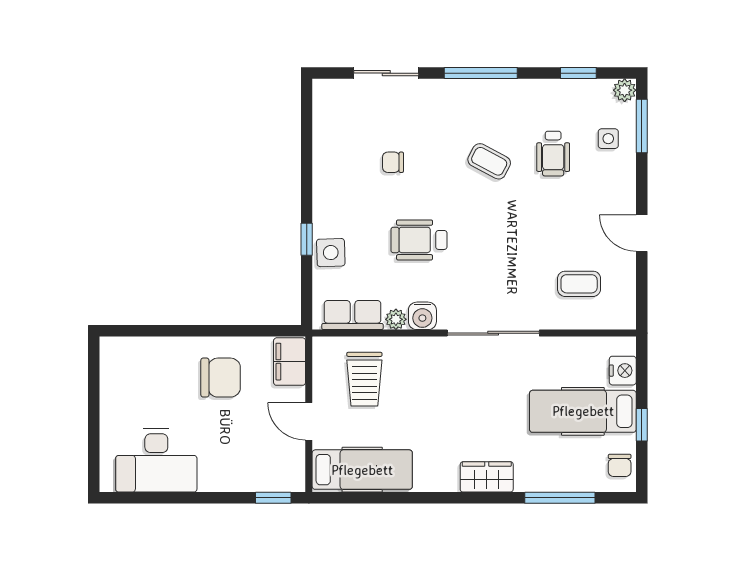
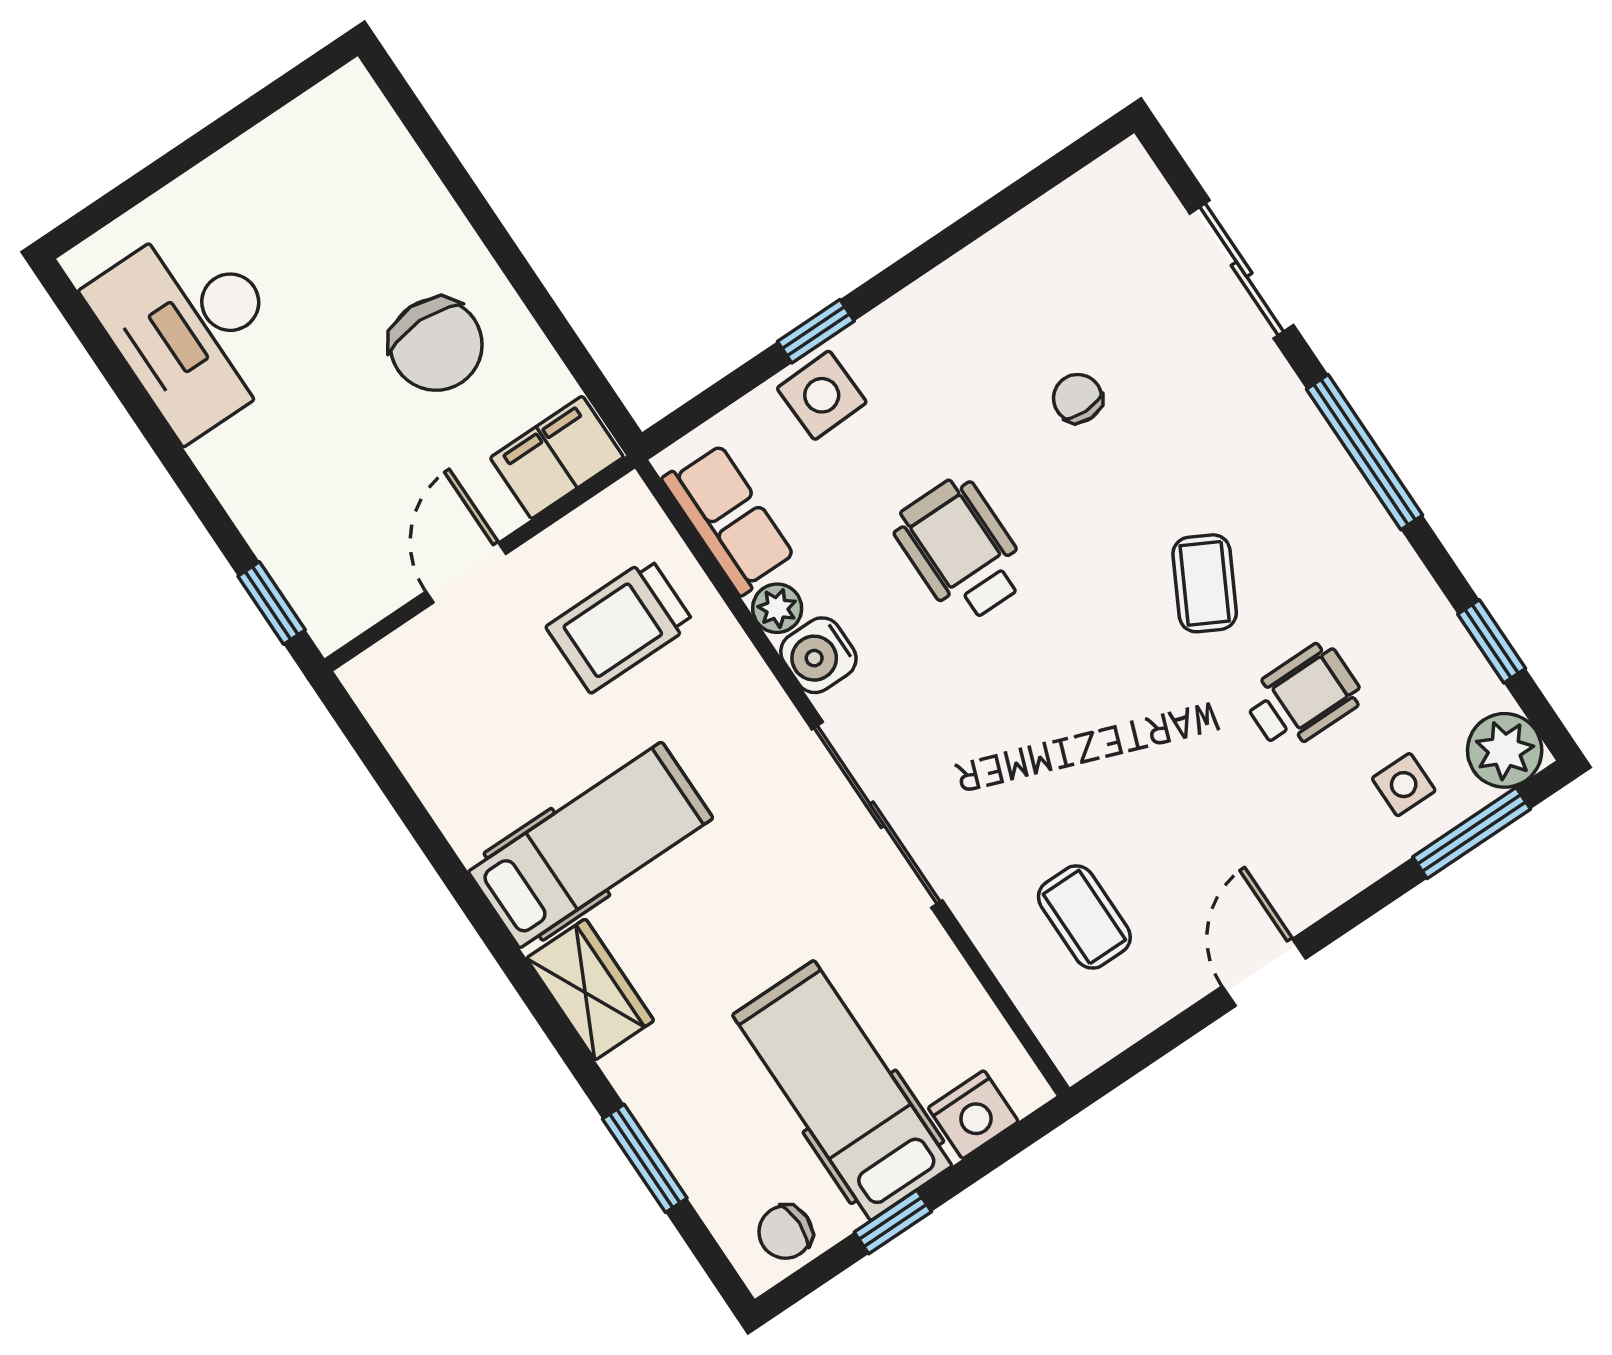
plant: (625, 90) -> (1505, 750), width x1.38, depth x1.38
wheelchair: (553, 154) -> (1303, 697), turned 180
hospital bed: (362, 470) -> (591, 845), moved, turned -90
window: (560, 498) -> (645, 1158), width x0.69

